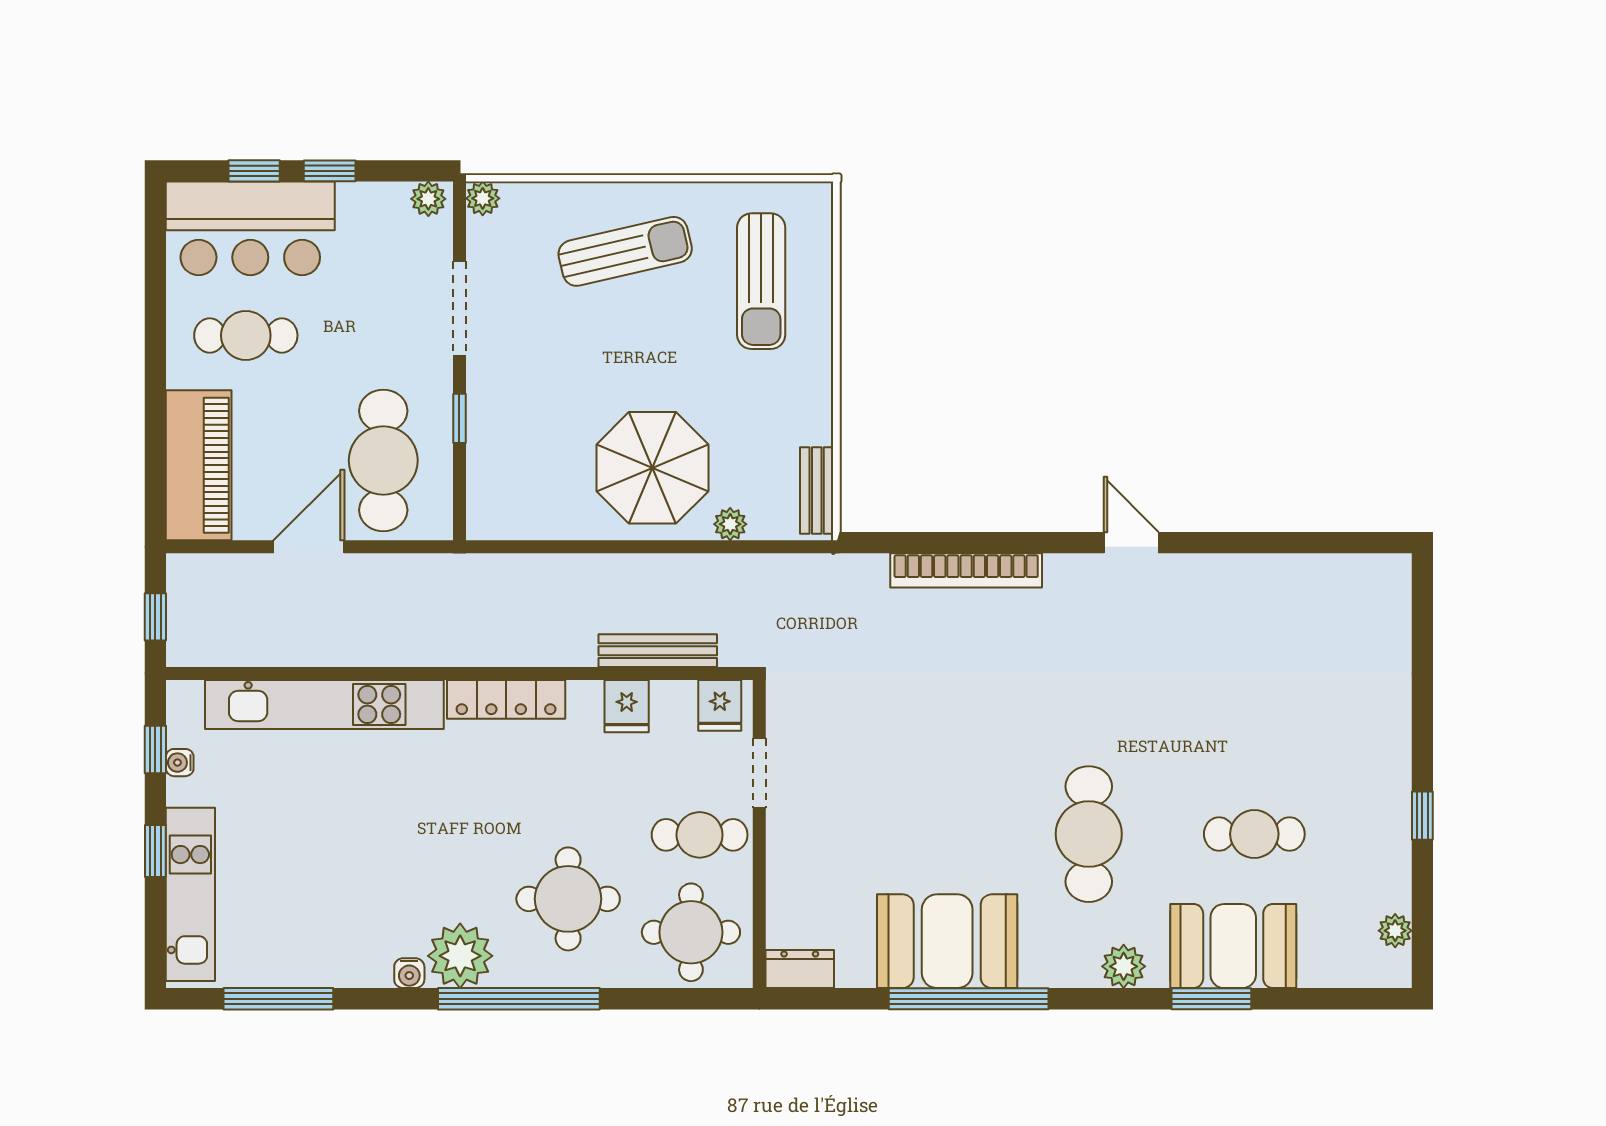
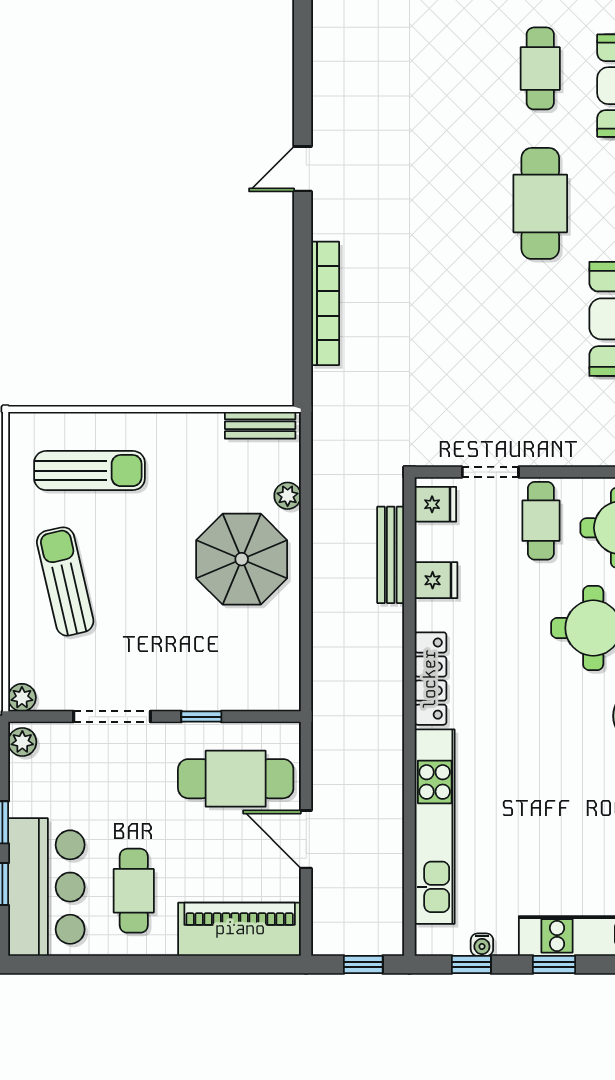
cafe table: (1089, 834) -> (540, 203), turned 90

